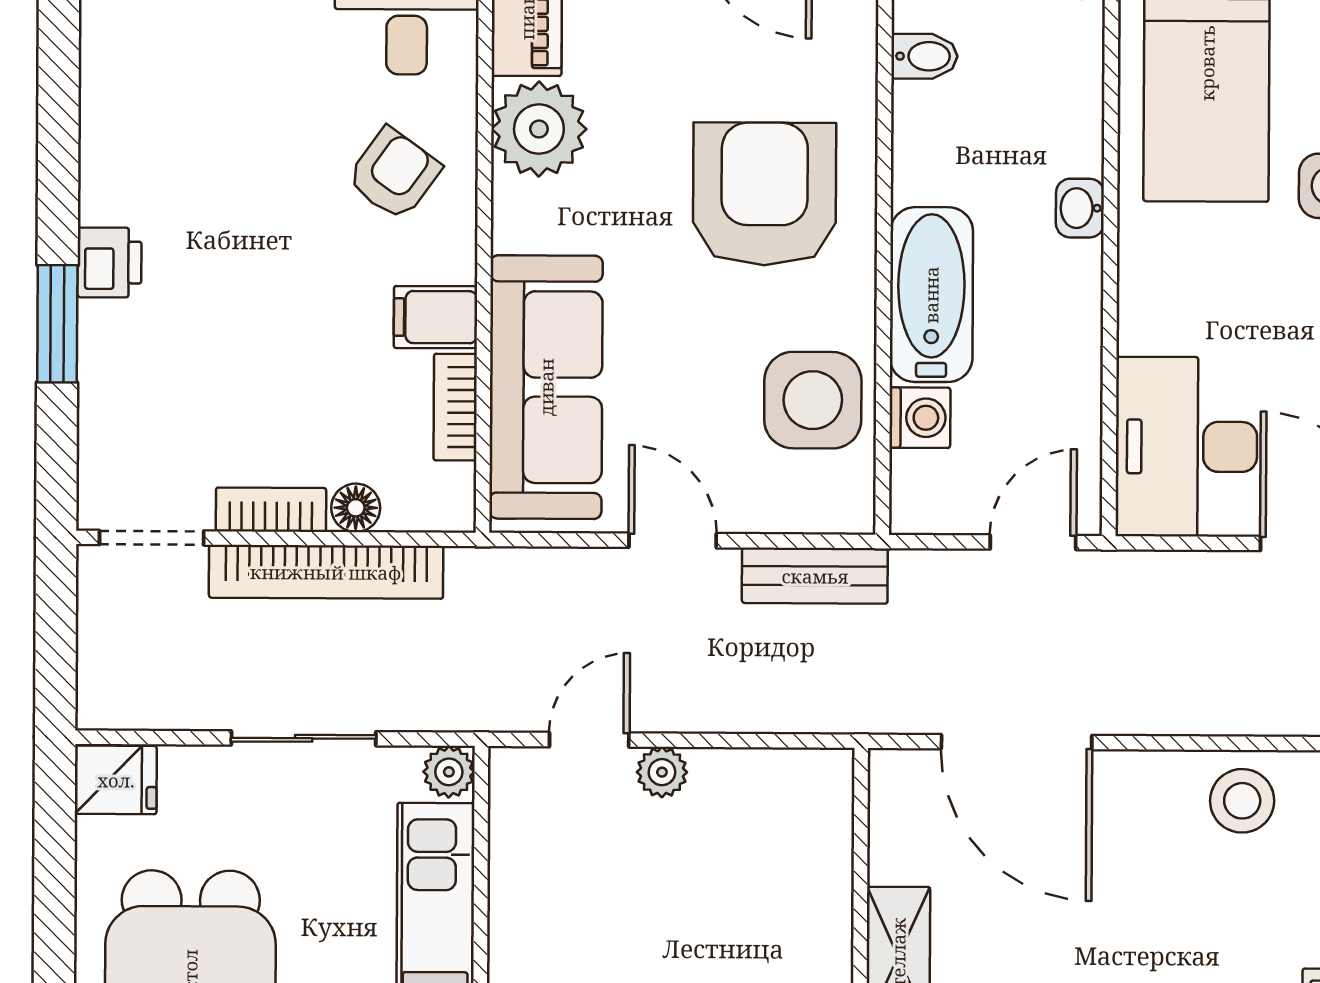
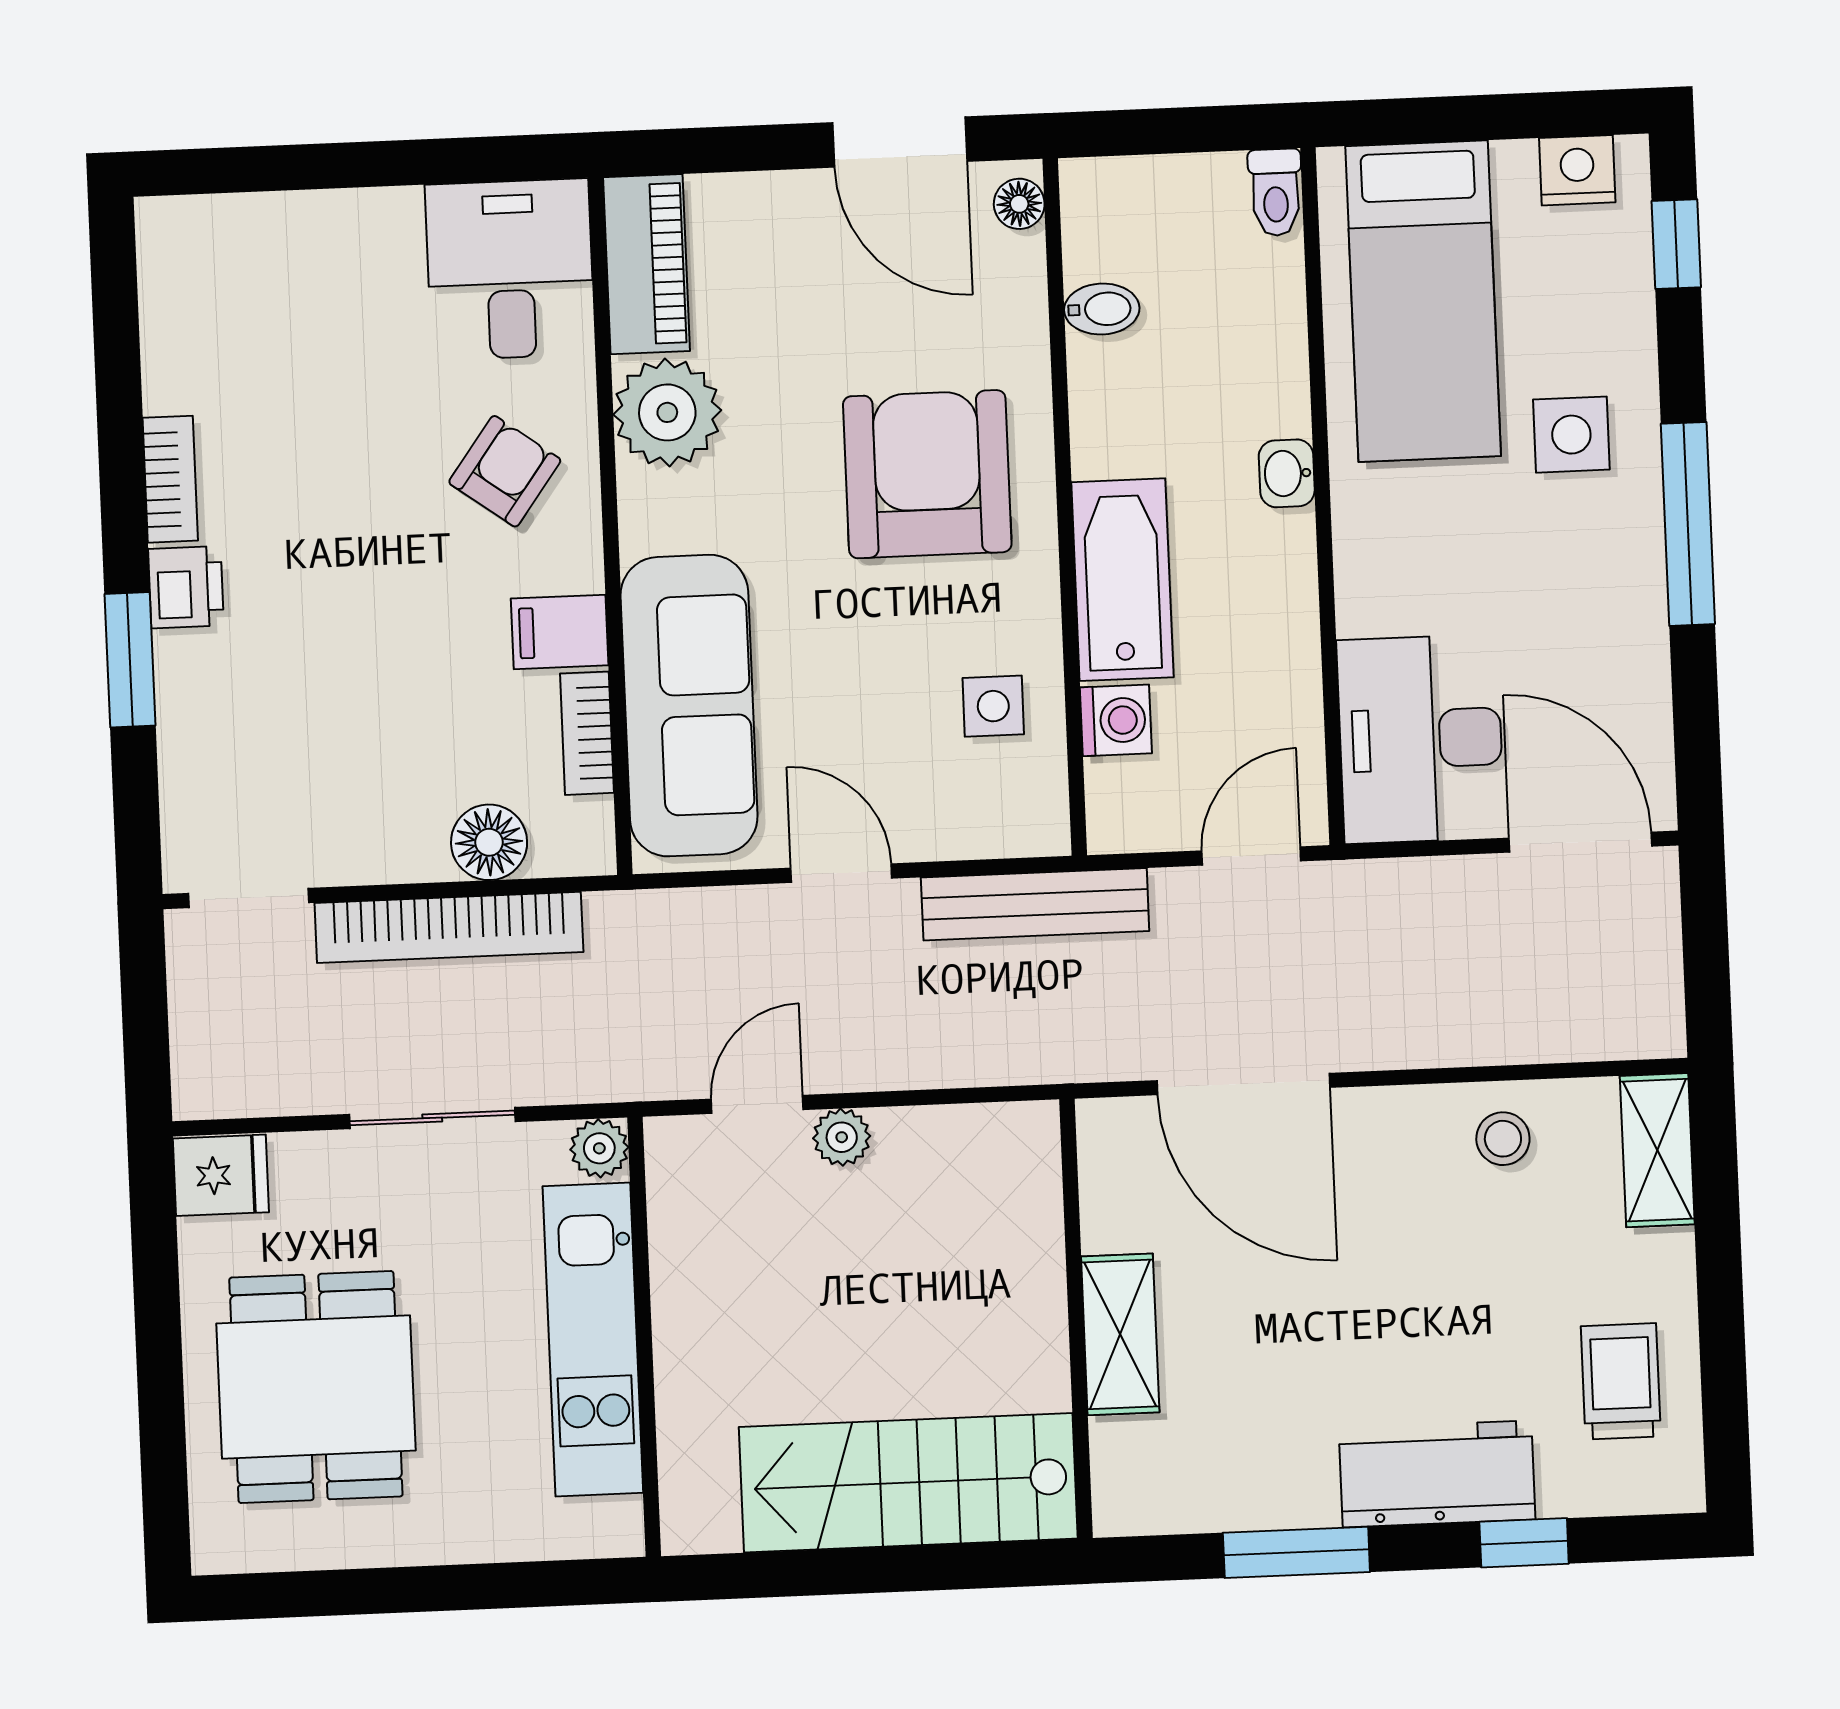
side table: (813, 400) -> (993, 706), width x0.54, depth x0.54
floor lamp: (356, 508) -> (489, 842), width x1.37, depth x1.37
bookcase: (271, 510) -> (170, 479), moved, turned 90
bench: (815, 576) -> (1035, 904), width x1.36
stool: (1242, 801) -> (1503, 1139), width x0.73, depth x0.73

